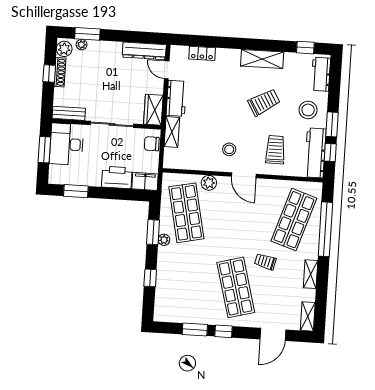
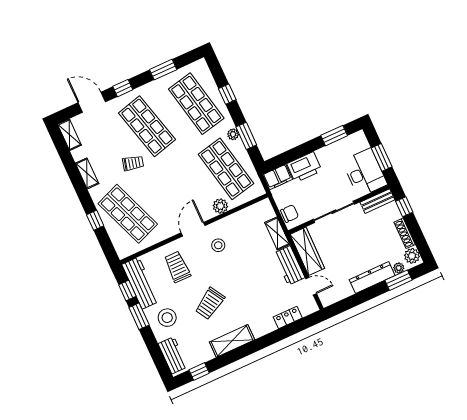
dresser: (144, 51) -> (372, 278), moved
window: (49, 74) -> (404, 207), moved
wardrobe: (153, 110) -> (307, 251), width x1.50
trolley: (275, 150) -> (177, 267), turned 180
door: (244, 175) -> (193, 229), hinge flipped
shop shelf: (294, 220) -> (128, 214), turned -39
window: (325, 229) -> (95, 220), width x0.32
shop shelf: (182, 284) -> (196, 104), added
window: (223, 331) -> (123, 88), moved
door: (273, 334) -> (92, 102), hinge flipped

